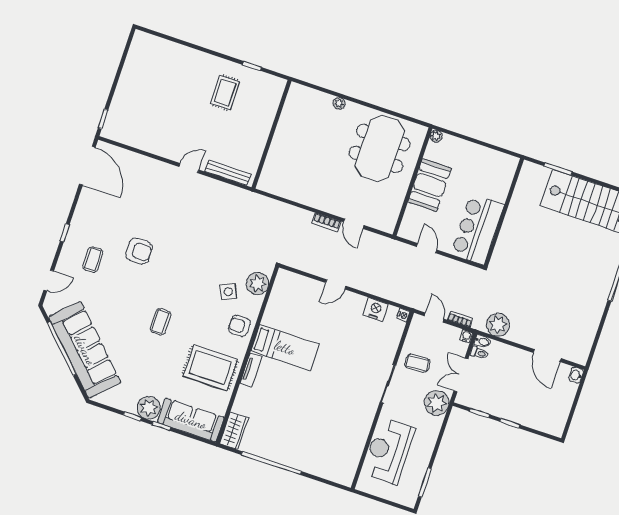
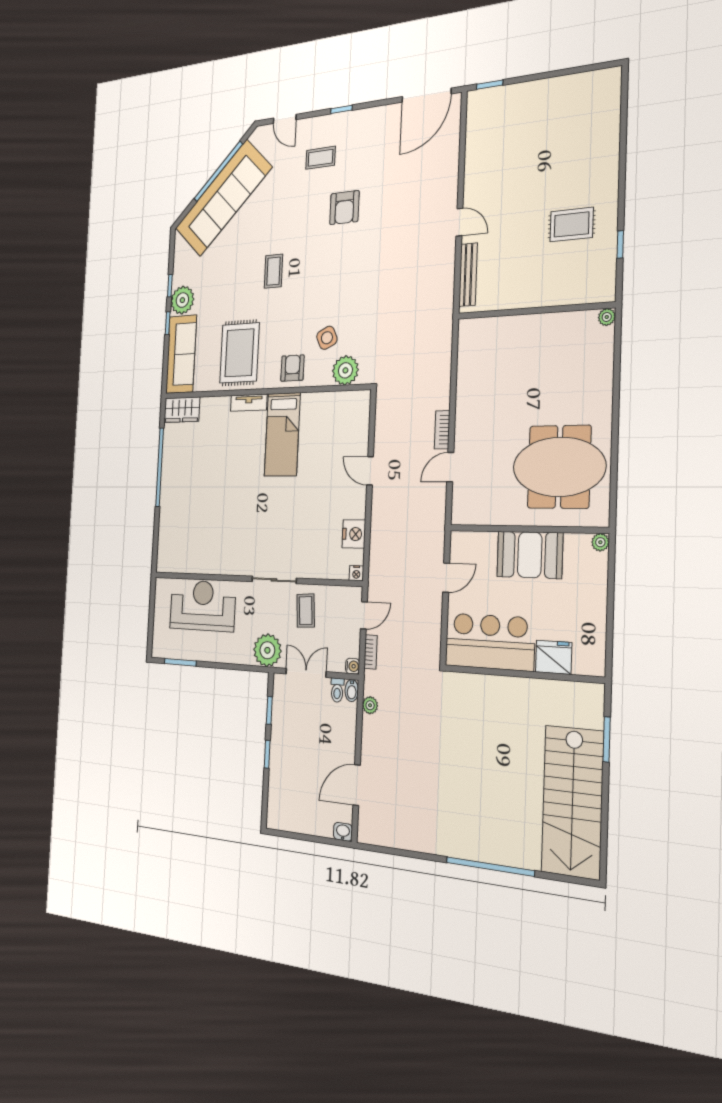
plant: (339, 103) -> (607, 317), moved
fridge: (499, 188) -> (554, 657), added
coffee table: (161, 322) -> (273, 271), turned 90
plant: (498, 325) -> (370, 705), width x0.53, depth x0.53

